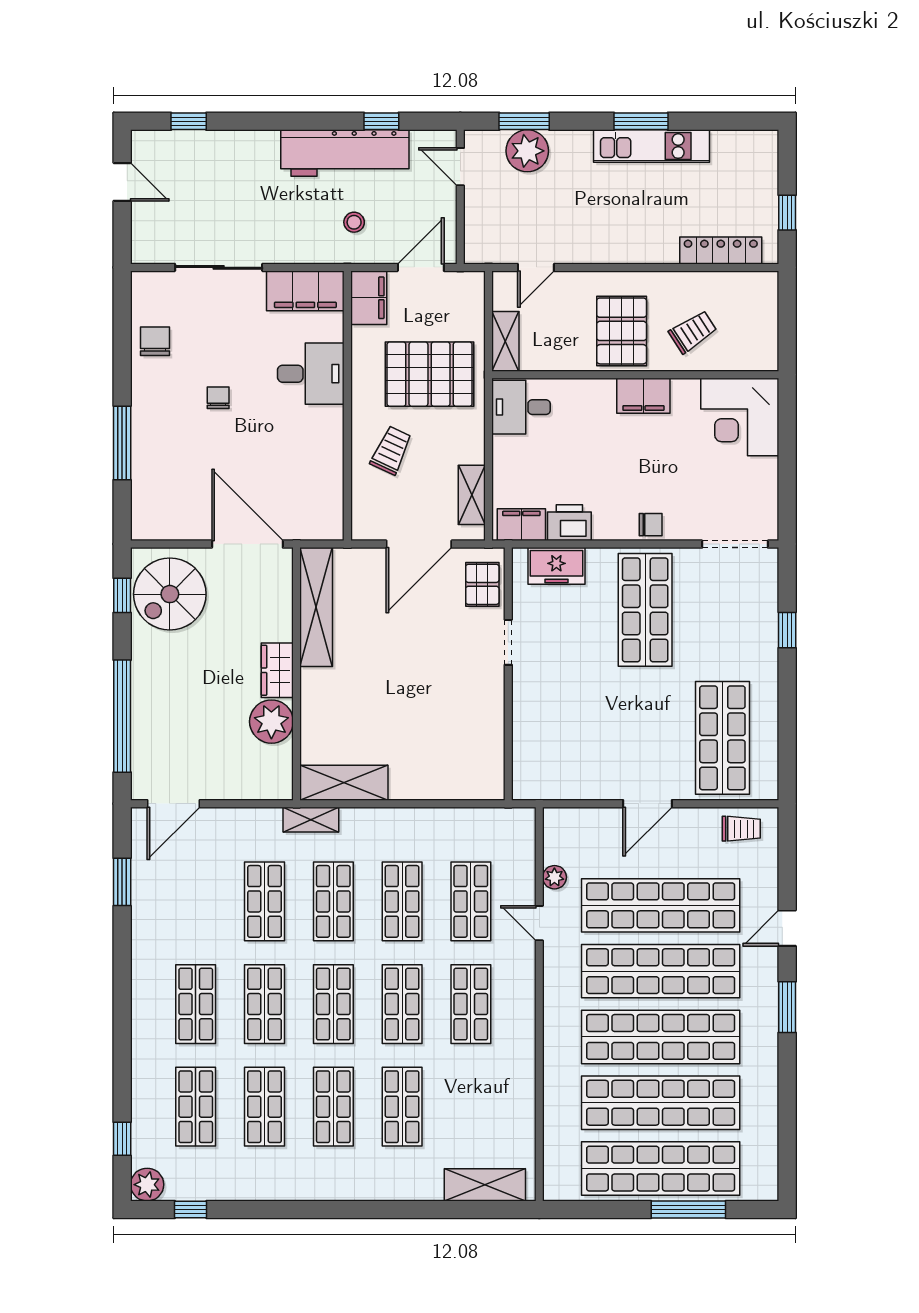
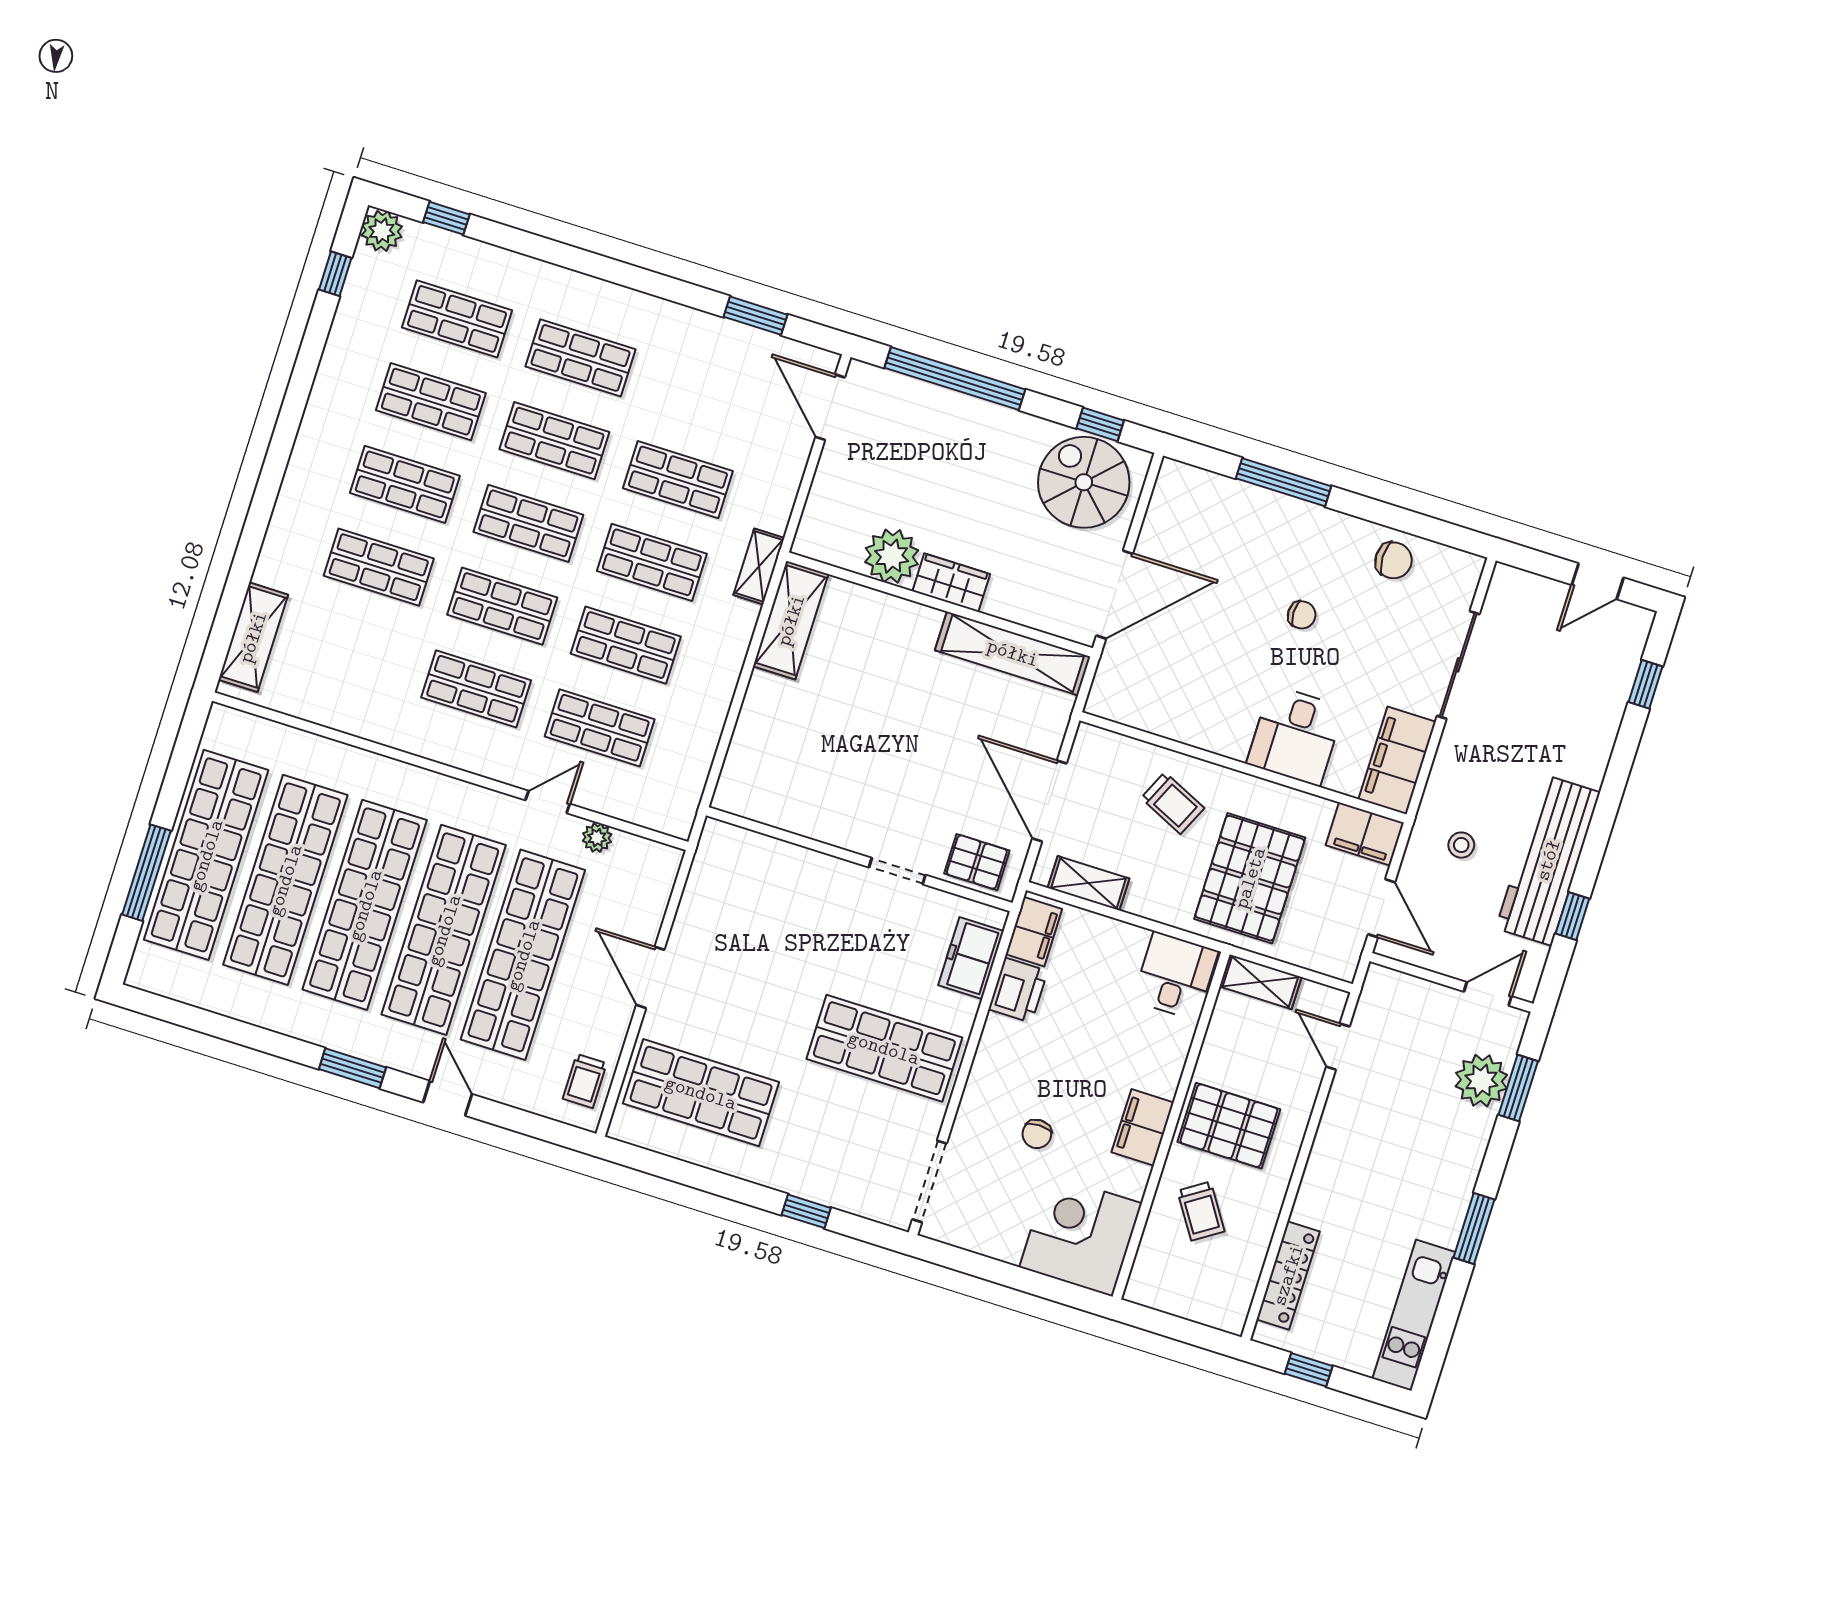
kitchen unit: (652, 146) -> (1414, 1315), moved
chair: (651, 525) -> (1037, 1134), moved

